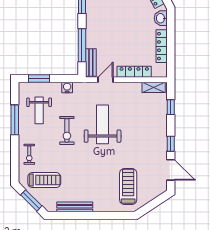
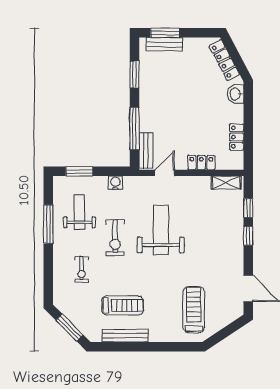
locker: (162, 46) -> (237, 137), width x0.66
locker: (134, 72) -> (201, 163), width x0.66
weight bench: (39, 110) -> (79, 212), turned 180
window: (171, 144) -> (248, 236), moved
exercise bike: (29, 154) -> (82, 269), moved
treadmill: (44, 180) -> (123, 305), moved

